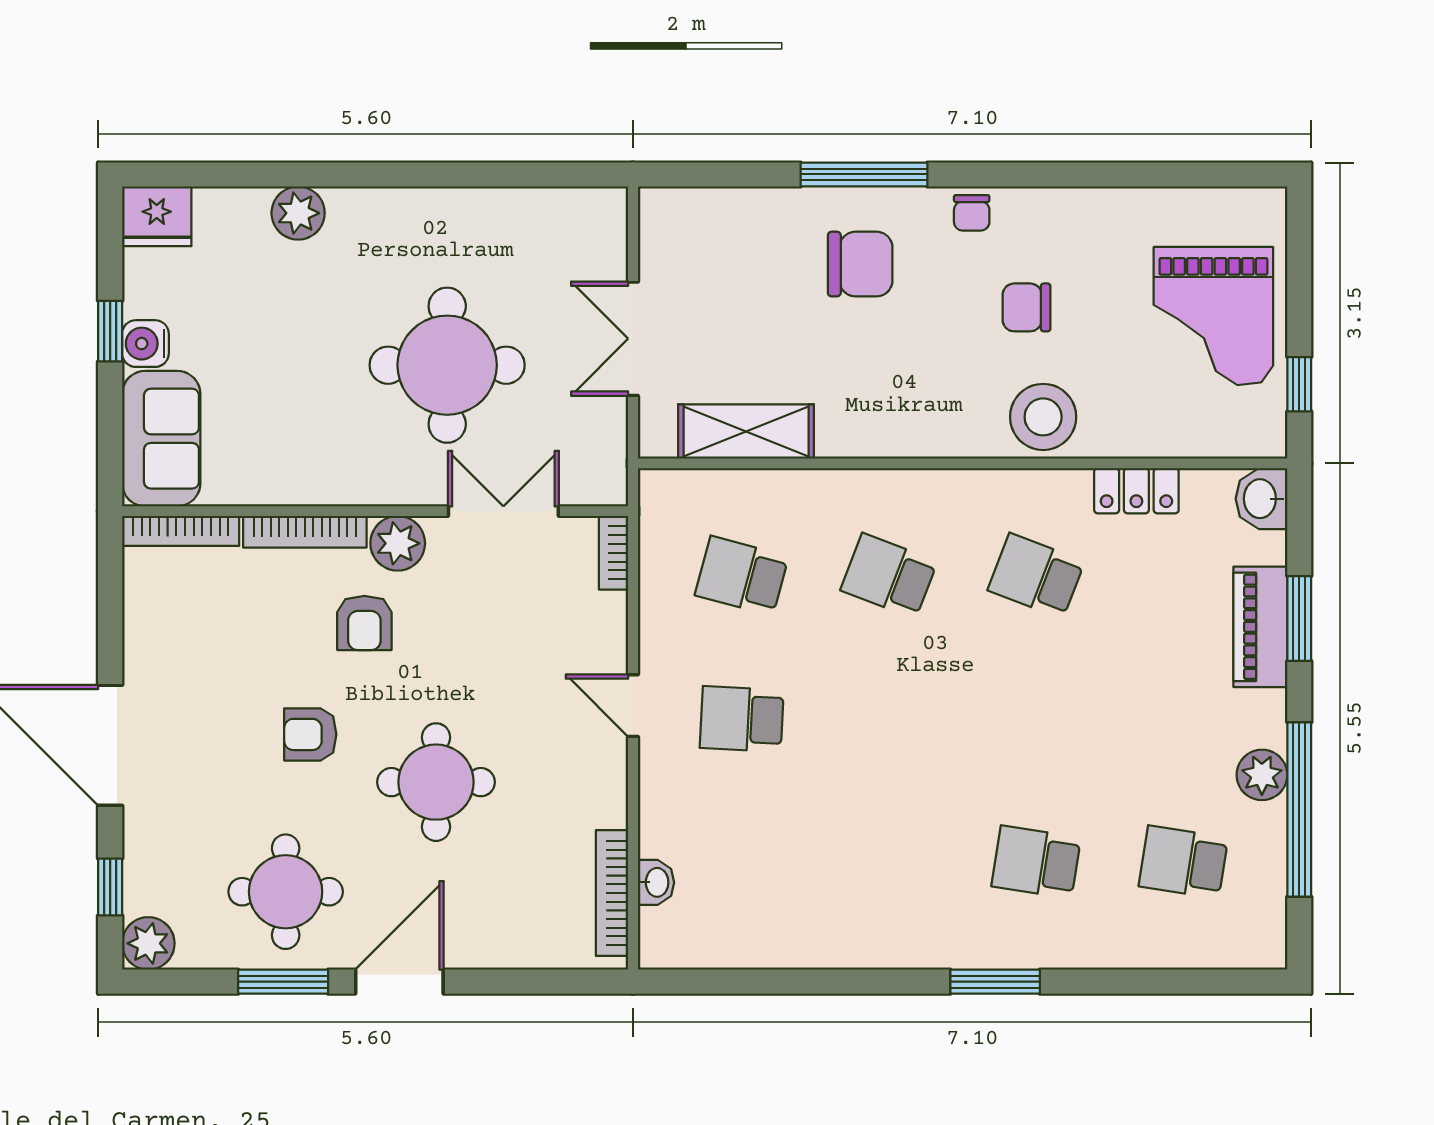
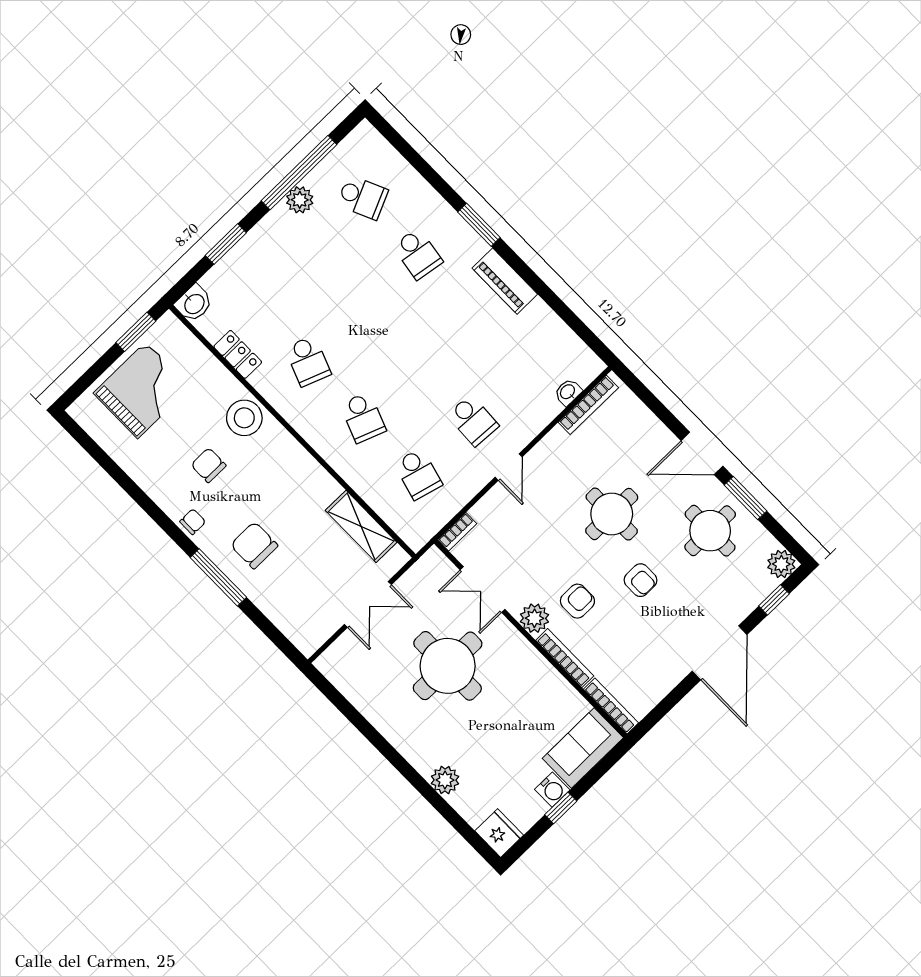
chair: (1026, 307) -> (209, 465), turned 180
window: (1299, 384) -> (136, 332), width x1.50
piano: (1260, 627) -> (505, 281), moved, turned 90
school desk: (1183, 862) -> (363, 197), turned -33

